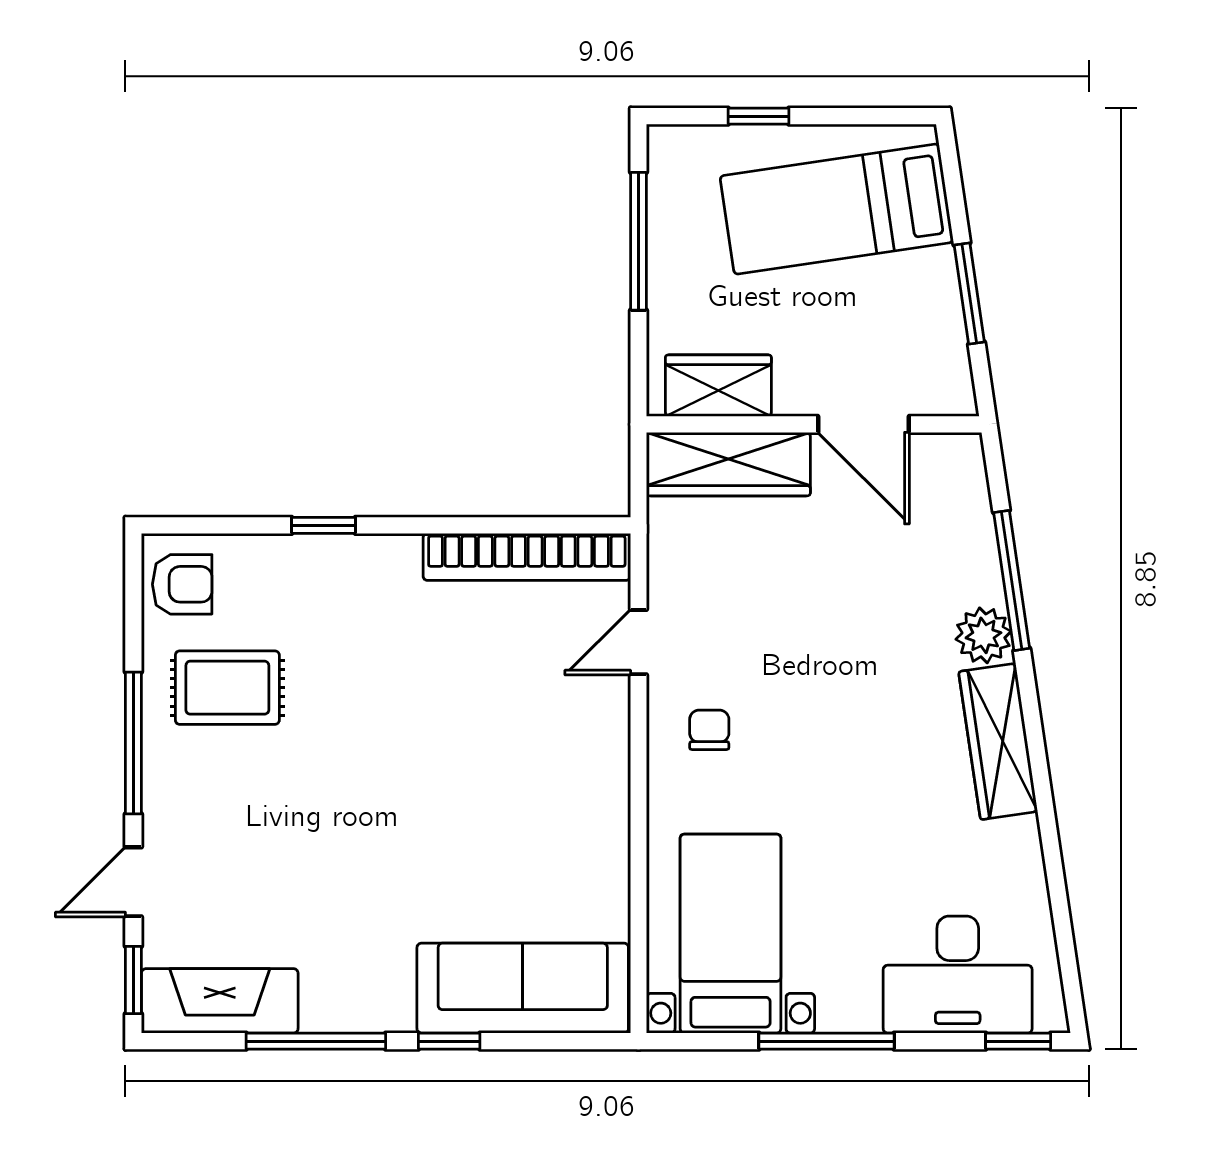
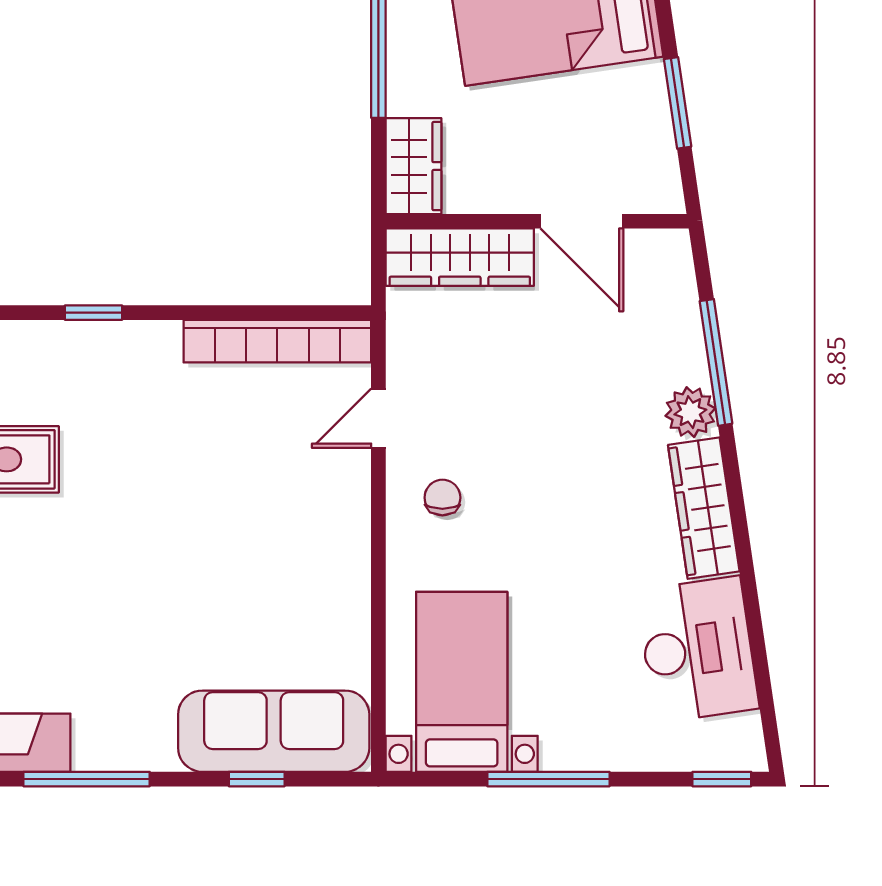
wardrobe: (718, 386) -> (413, 166), moved, turned 90
desk: (958, 975) -> (698, 649), moved, turned -98
window: (449, 1041) -> (257, 779), moved

